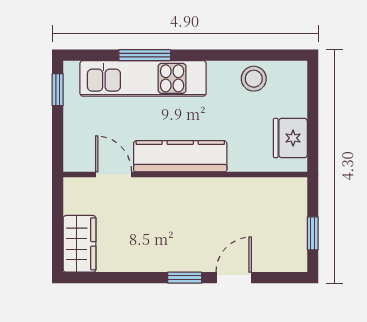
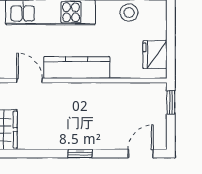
window: (313, 233) -> (171, 102), moved
door: (234, 278) -> (141, 154), moved

